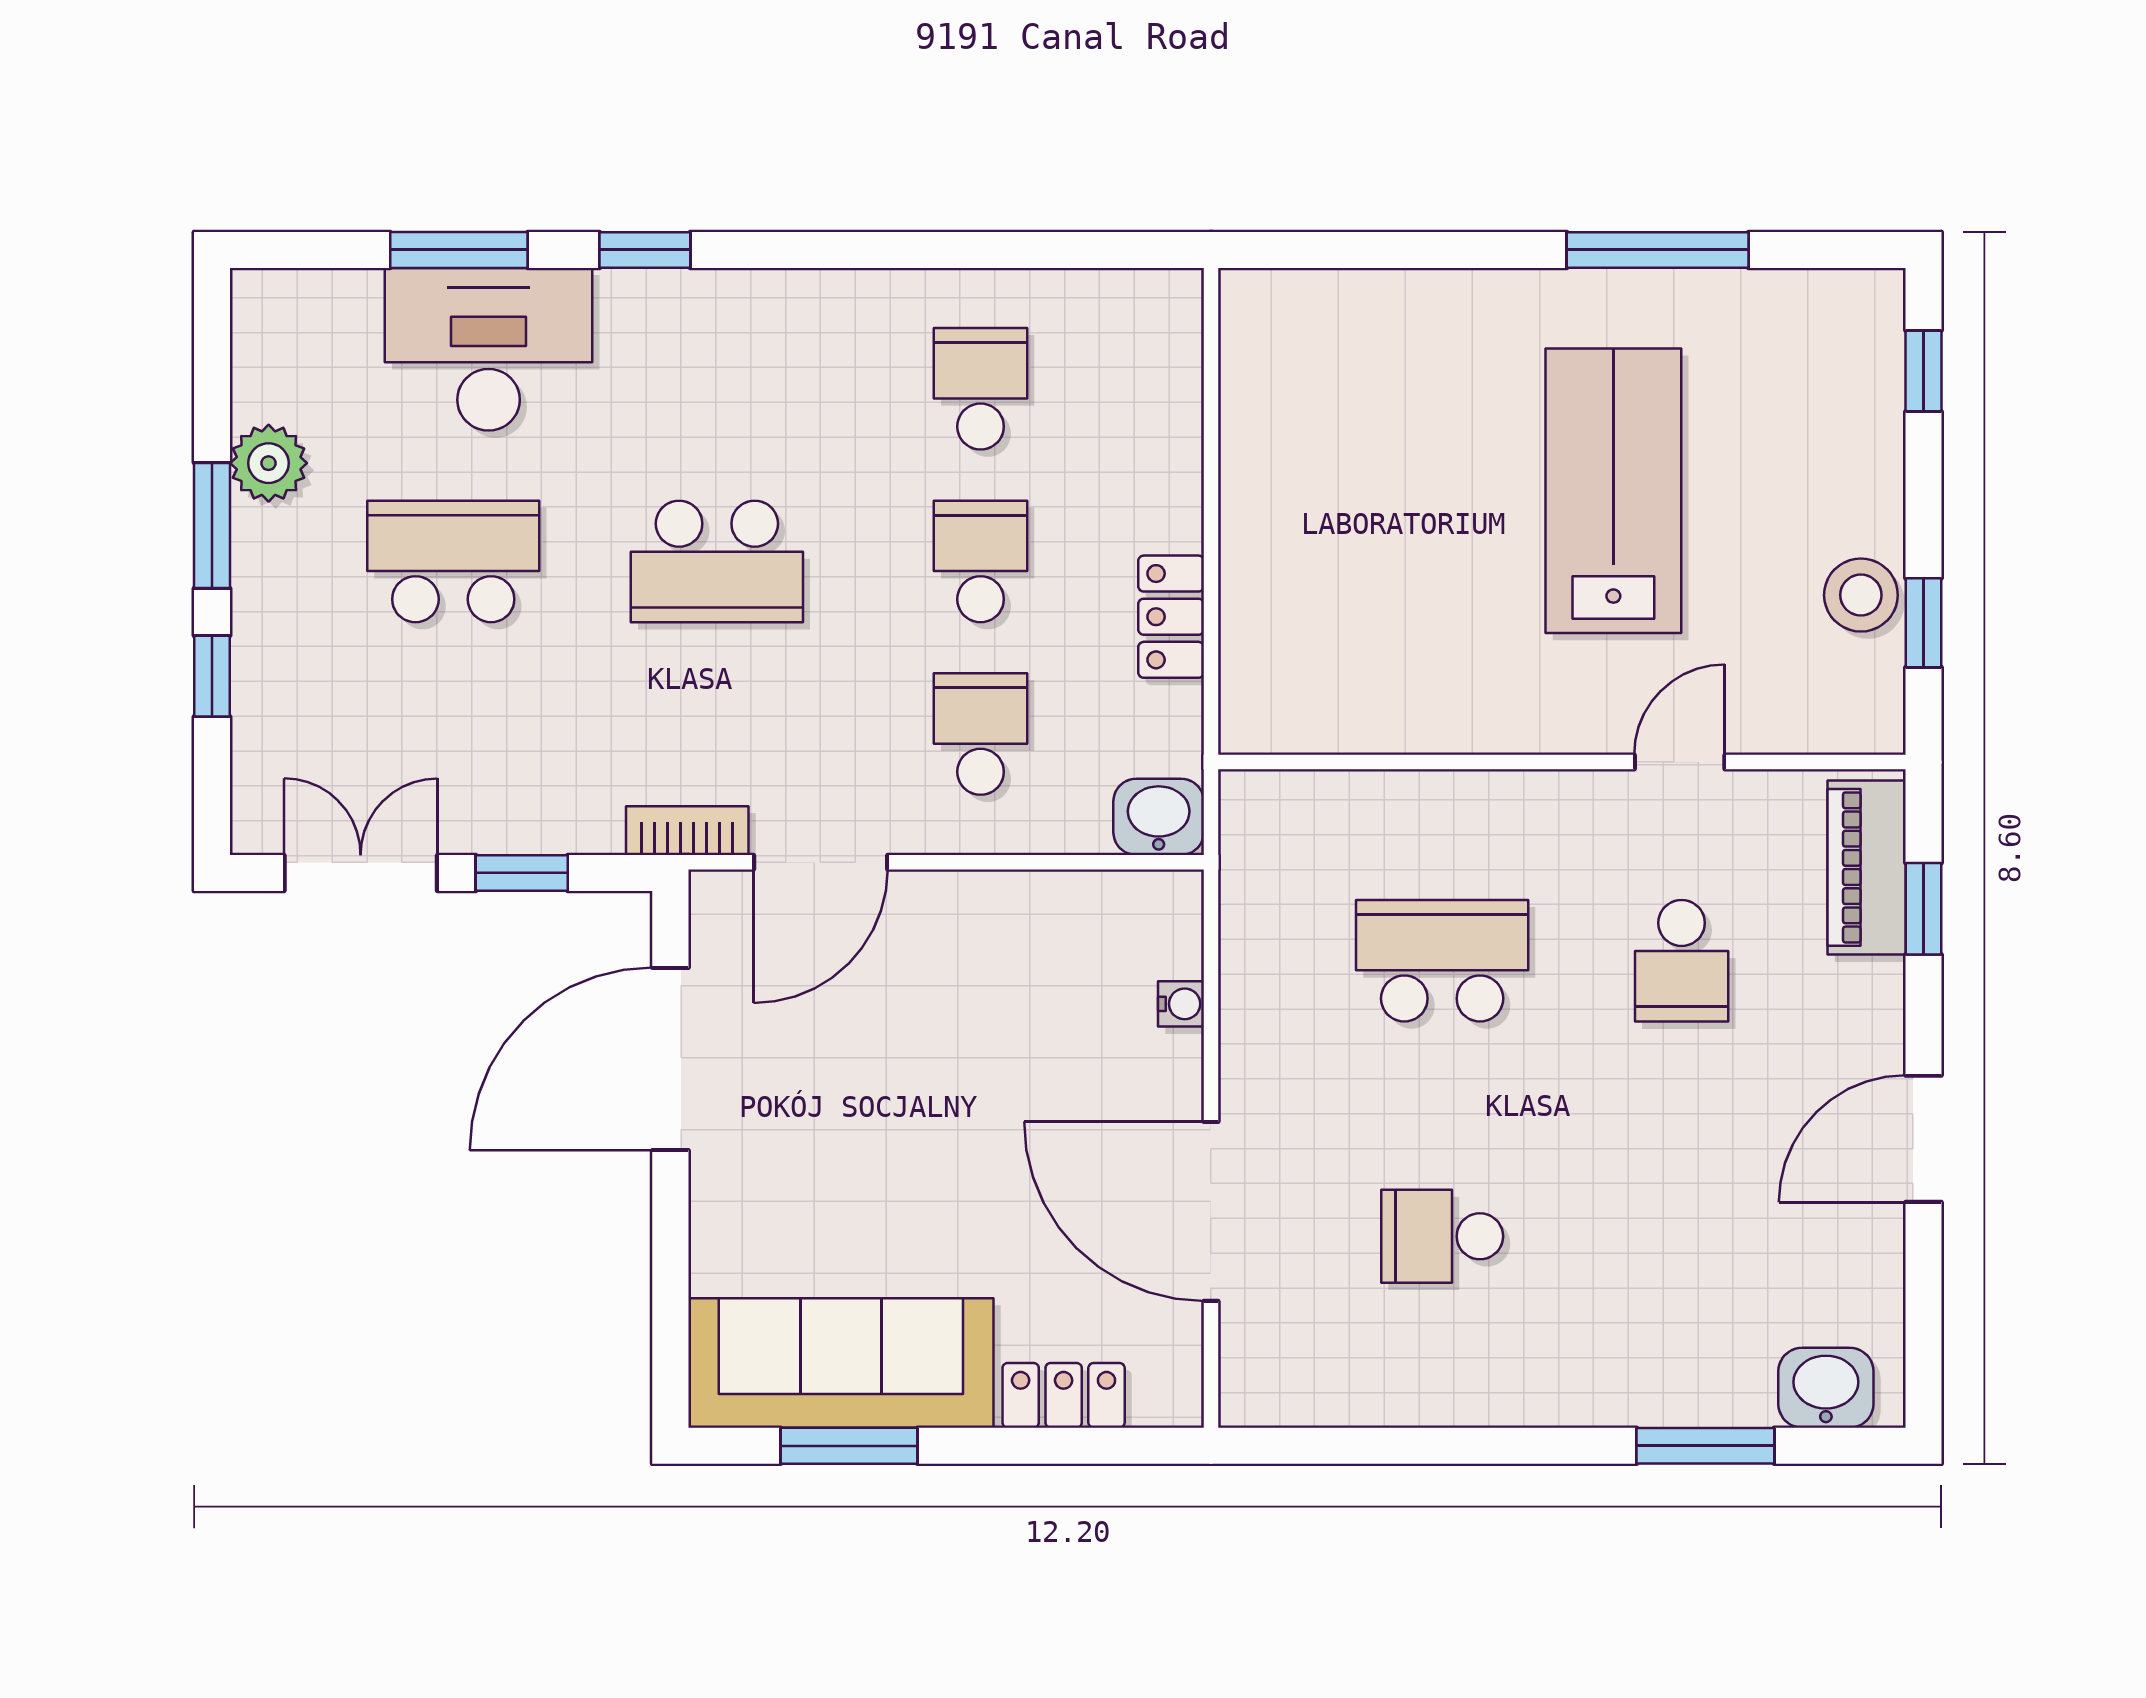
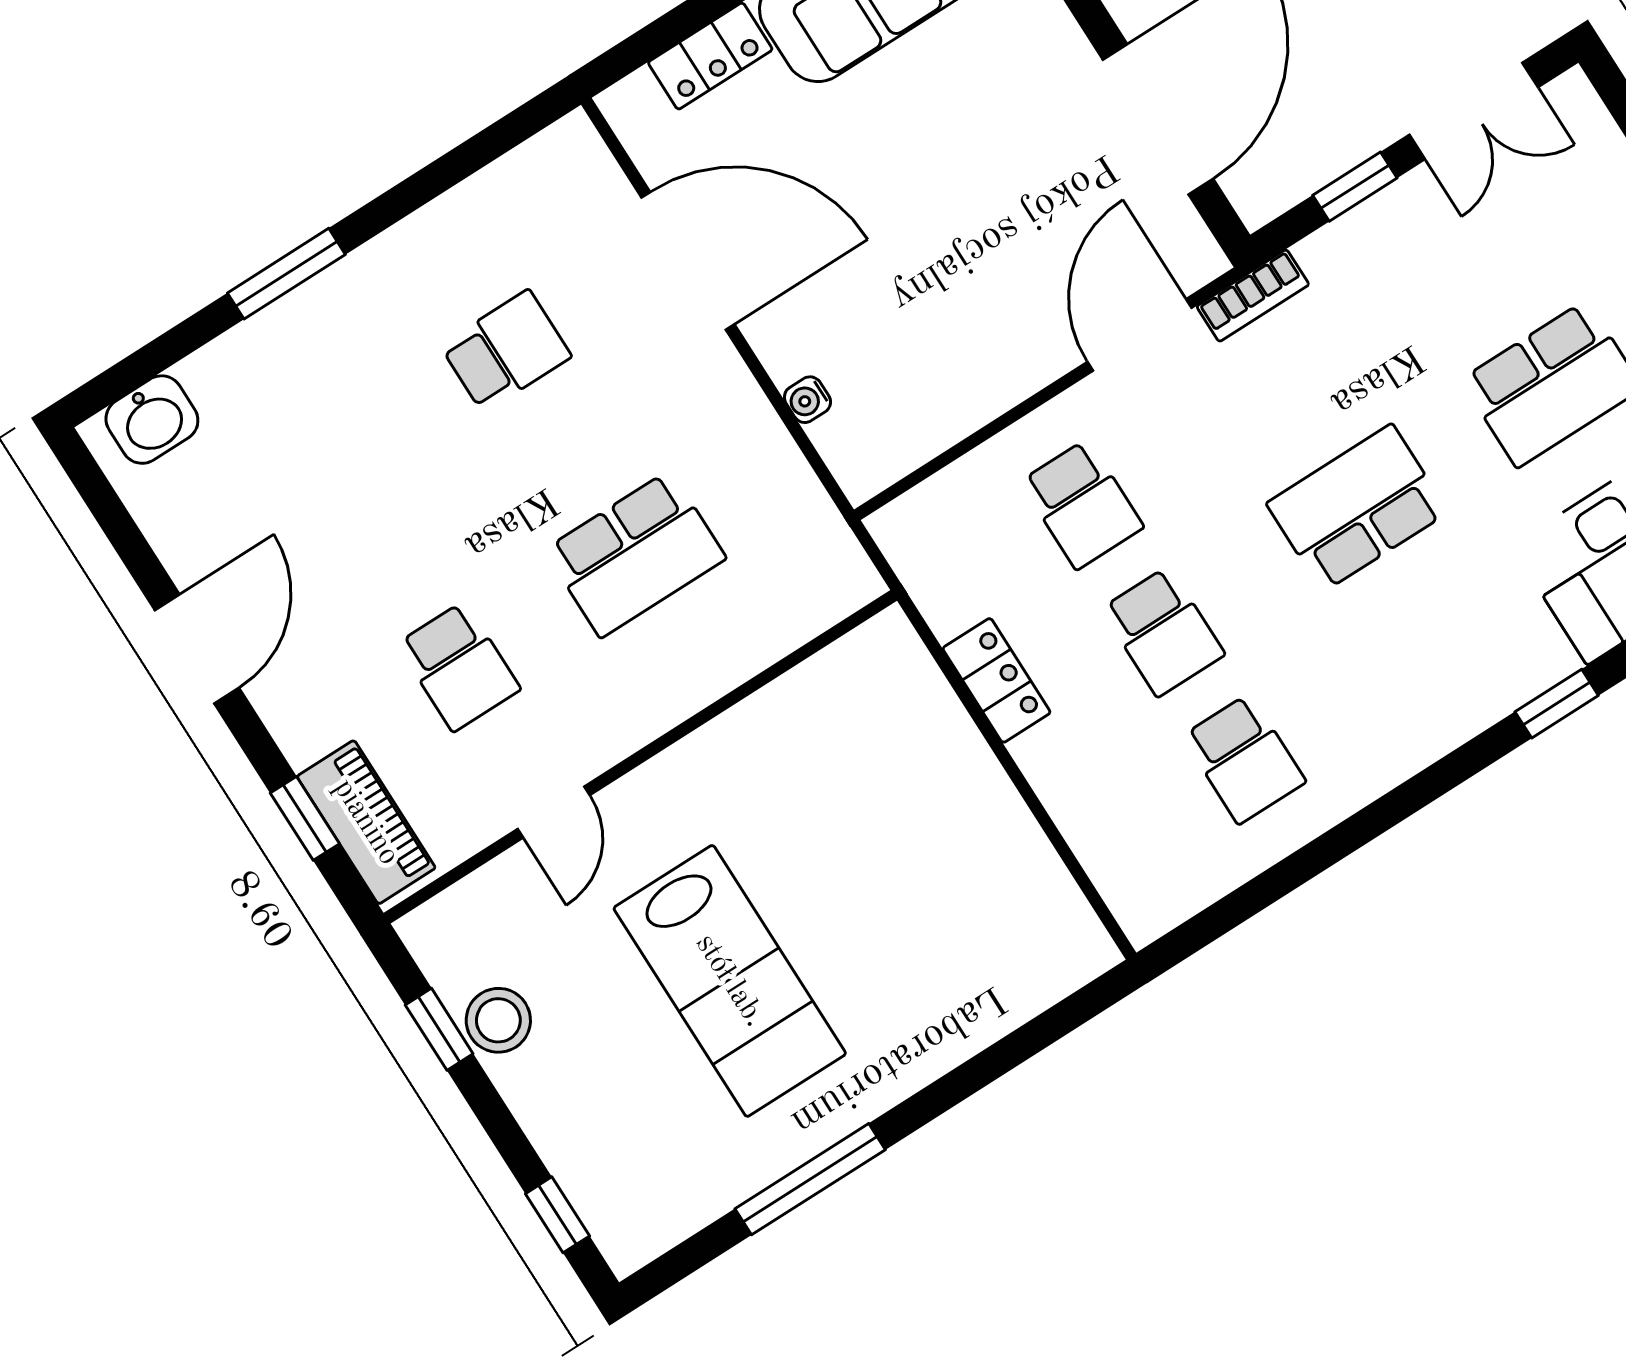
washbasin: (1159, 817) -> (912, 527), removed
school desk: (1682, 961) -> (459, 667), turned 180
window: (1705, 1446) -> (286, 274), moved

